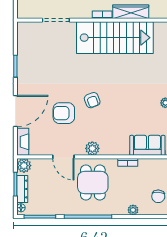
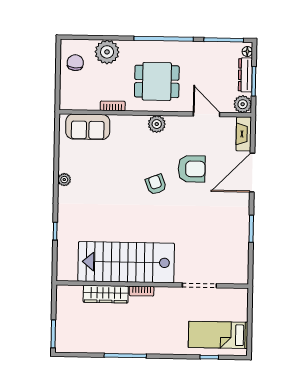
door: (63, 157) -> (206, 114), moved
dining table: (93, 183) -> (157, 81), turned 90
plant: (133, 210) -> (107, 52), width x1.88, depth x1.88

